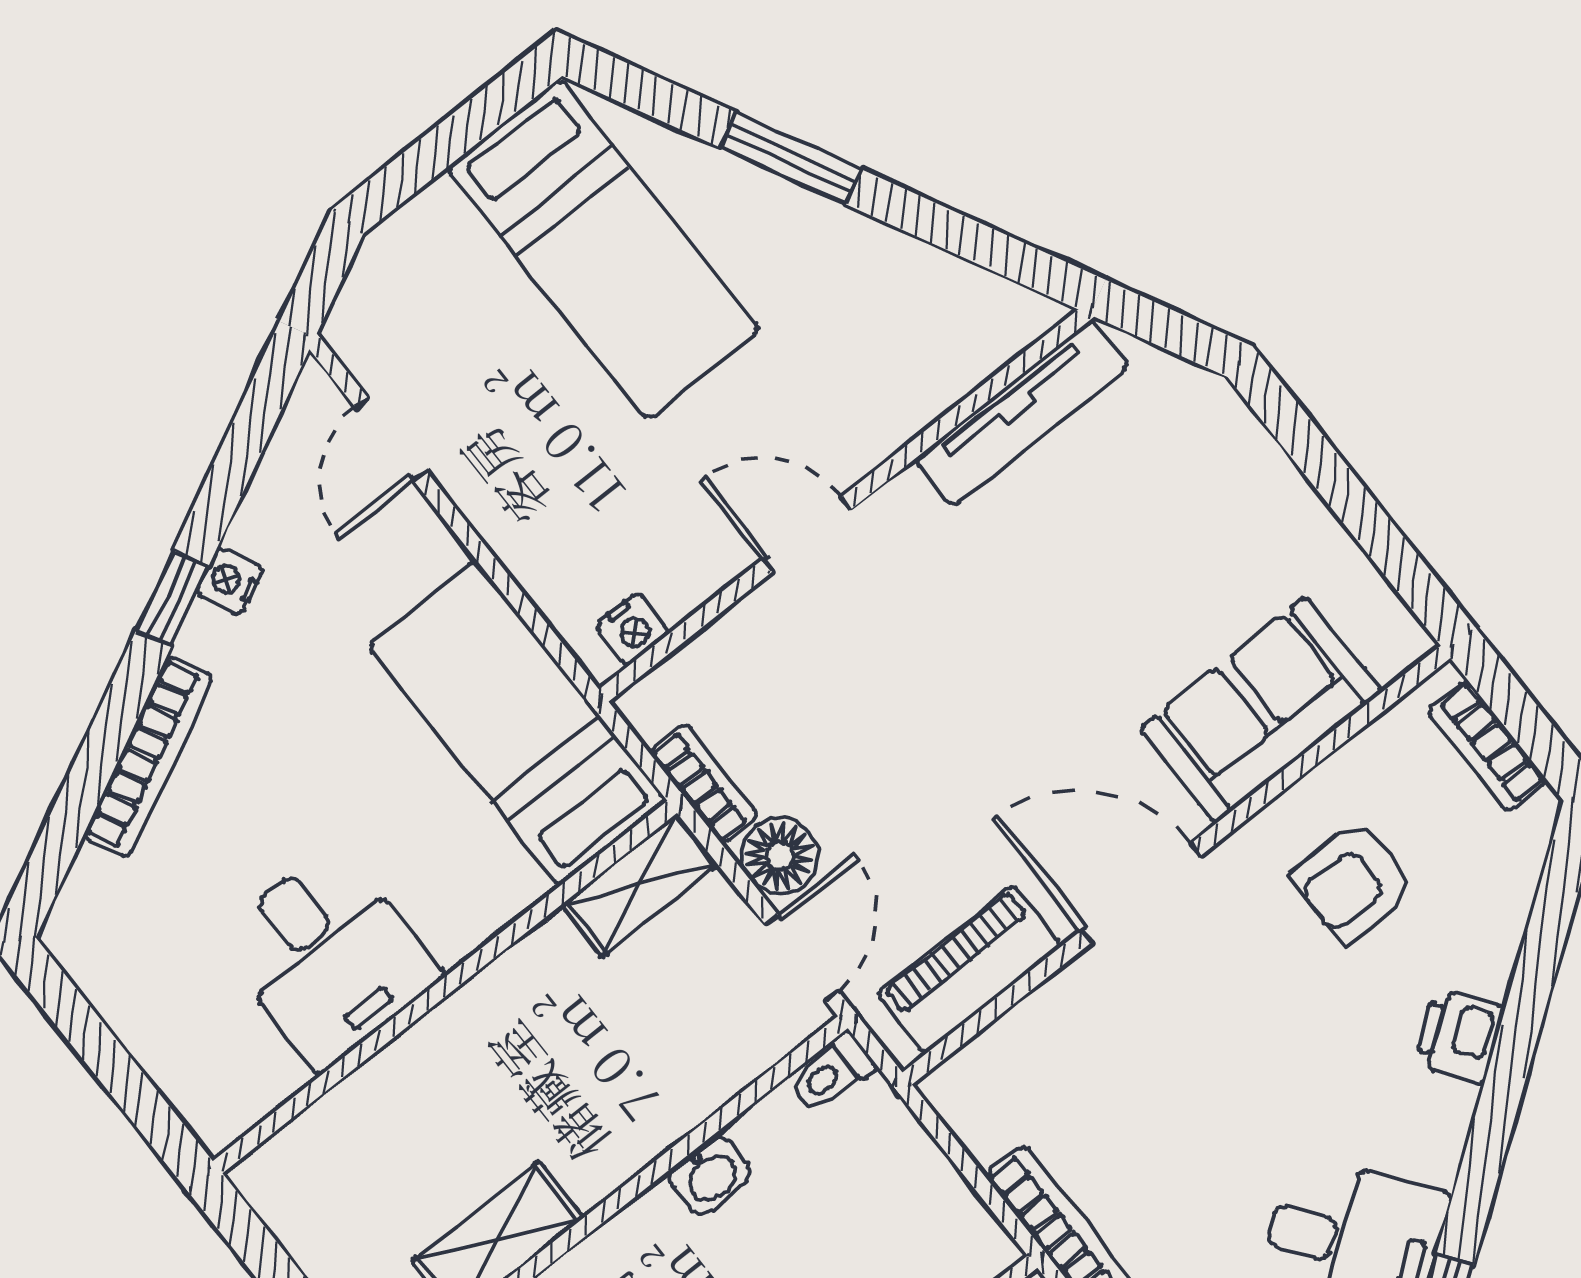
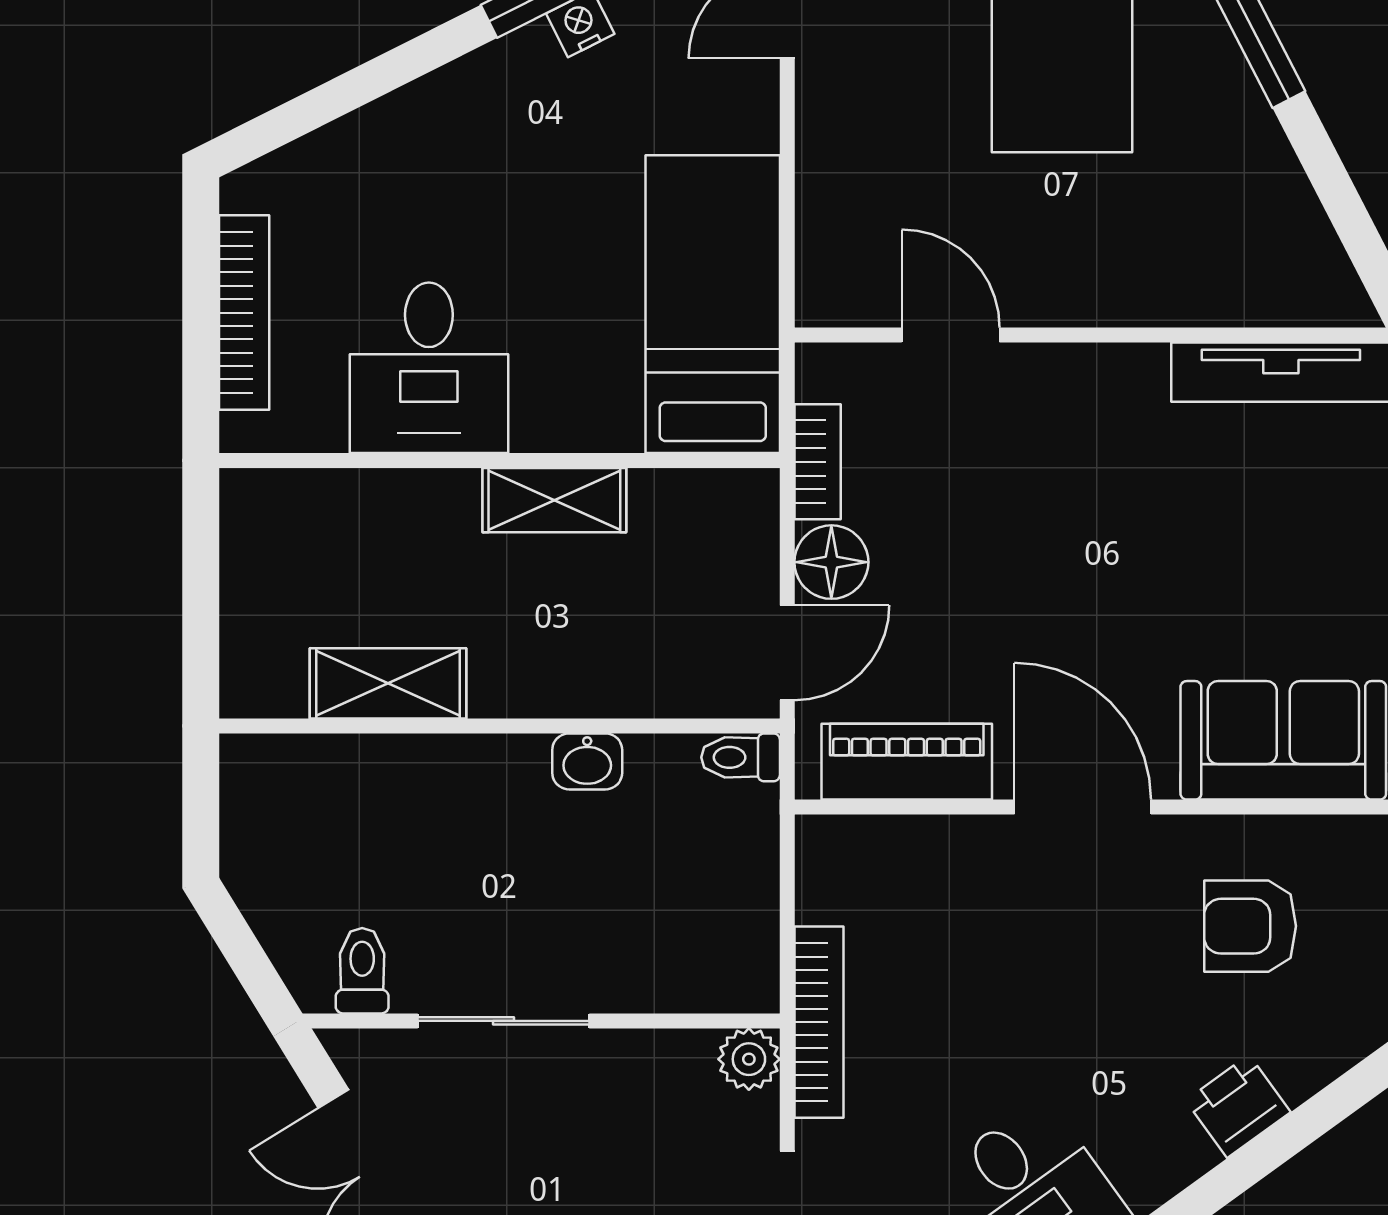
door: (807, 534) -> (951, 335), moved
nightstand: (632, 629) -> (856, 302), removed
bookcase: (148, 757) -> (244, 313), moved, turned -63
shelving: (640, 885) -> (554, 500), moved

